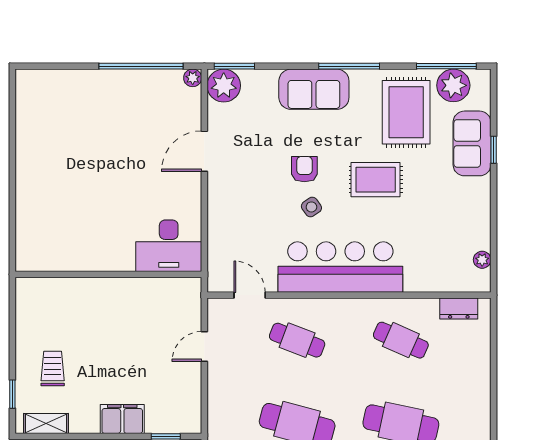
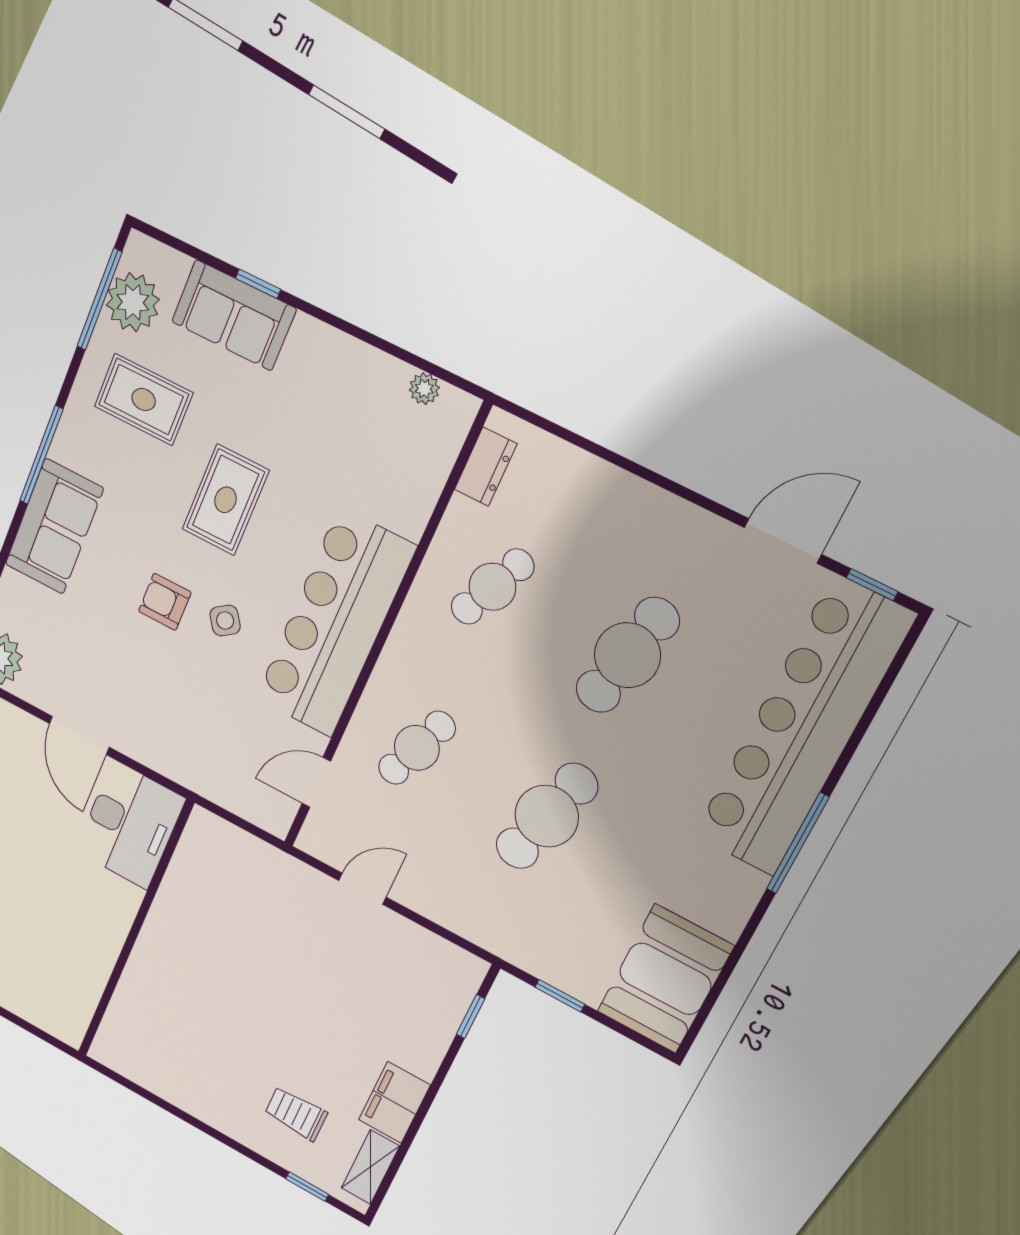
rug: (406, 112) -> (144, 399), width x0.73, depth x0.70
desk: (169, 246) -> (130, 825), moved
wall: (108, 274) -> (135, 930), moved
door: (204, 346) -> (362, 889), swing flipped
filing cabinet: (122, 419) -> (394, 1102), moved

